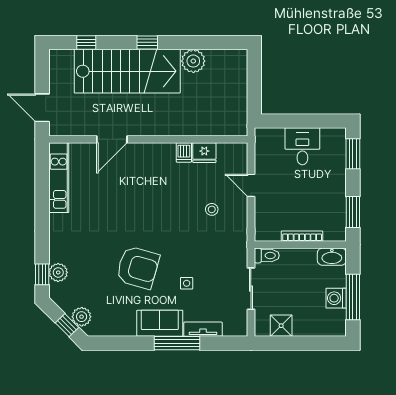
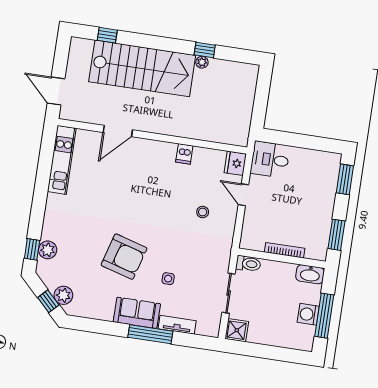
window: (147, 42) -> (205, 50), moved
plant: (193, 61) -> (202, 62), width x0.53, depth x0.53
desk: (302, 146) -> (270, 160), moved, turned -90
fridge: (204, 153) -> (235, 163), moved, turned 90
shower: (281, 326) -> (237, 330), moved

